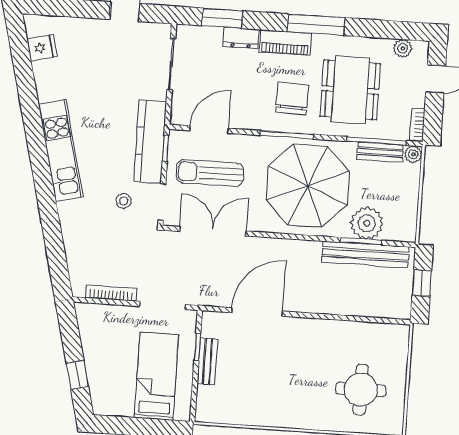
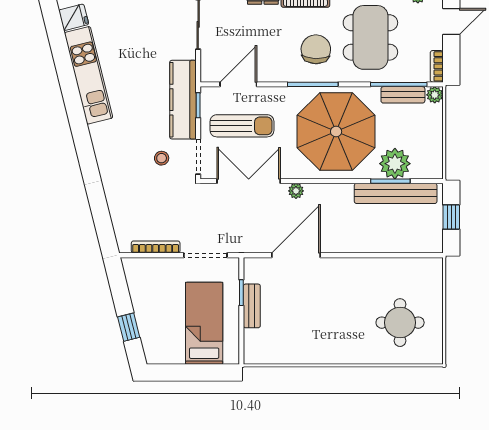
kitchen unit: (61, 151) -> (89, 75), moved
sun lounger: (210, 173) -> (242, 126), turned 180
plant: (262, 245) -> (296, 191), added

